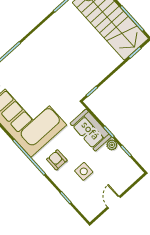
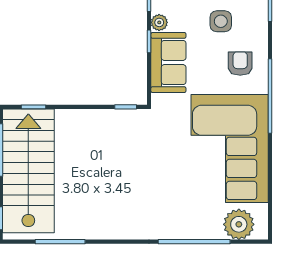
armchair: (57, 160) -> (240, 64), turned 180

